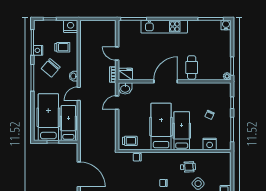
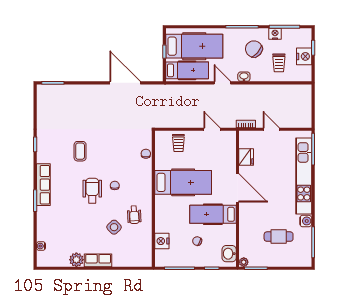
water cooler: (226, 25) -> (306, 221), moved
nightstand: (71, 26) -> (304, 56), moved
kitchen unit: (164, 27) -> (304, 176), width x1.36
door: (117, 54) -> (271, 129), hinge flipped
cafe table: (192, 67) -> (279, 237), moved
fridge: (125, 74) -> (246, 157), moved
washbasin: (125, 88) -> (229, 254), moved
hospital bed: (182, 131) -> (213, 214), moved, turned 180
trolley: (130, 141) -> (178, 143), moved
door: (79, 174) -> (125, 83), swing flipped

